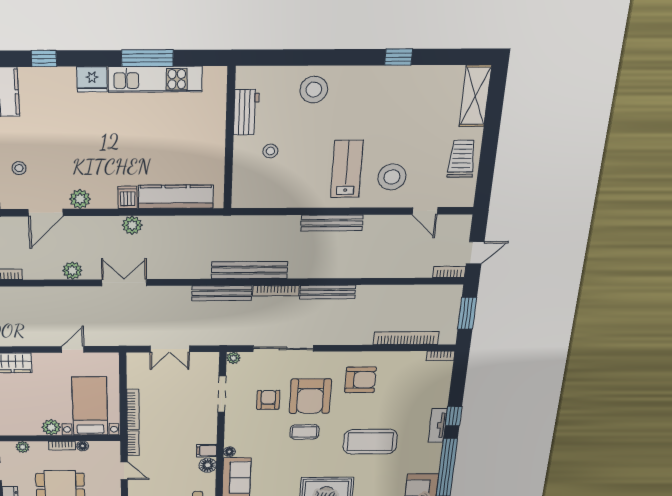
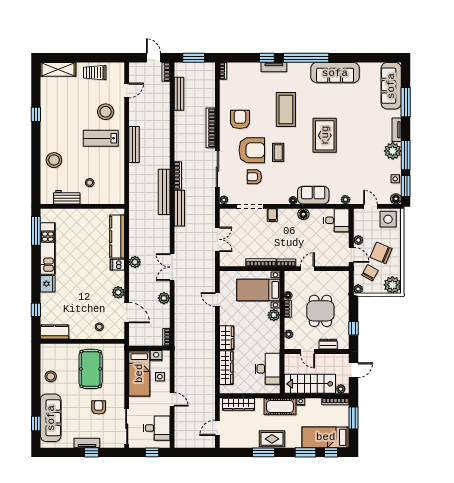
window: (147, 58) -> (36, 231), moved
bench: (328, 292) -> (179, 94), moved
bookcase: (406, 338) -> (211, 128), moved
filing cabinet: (207, 451) -> (272, 215), moved

